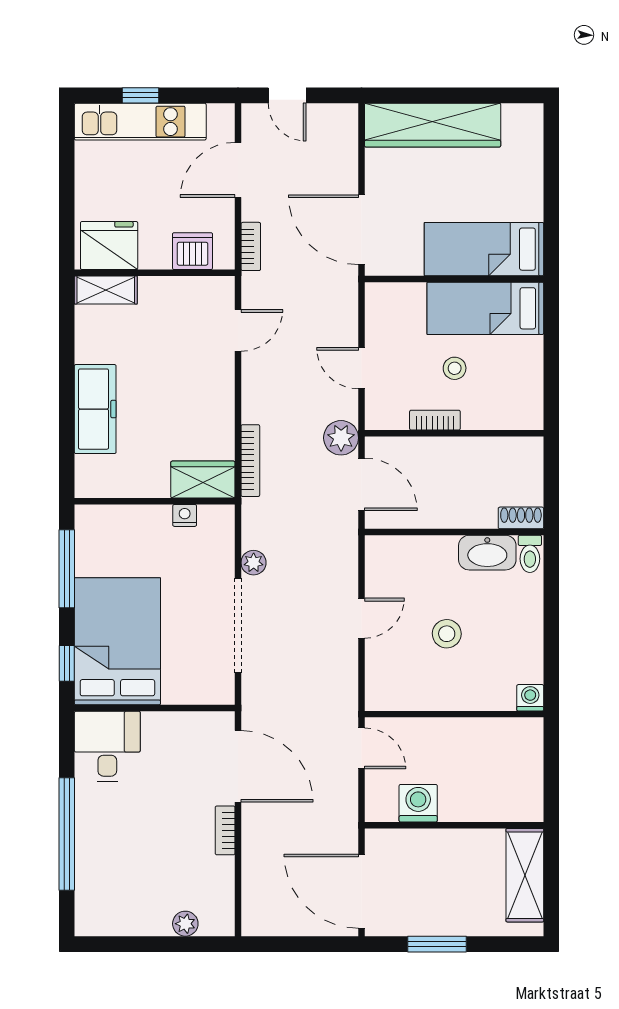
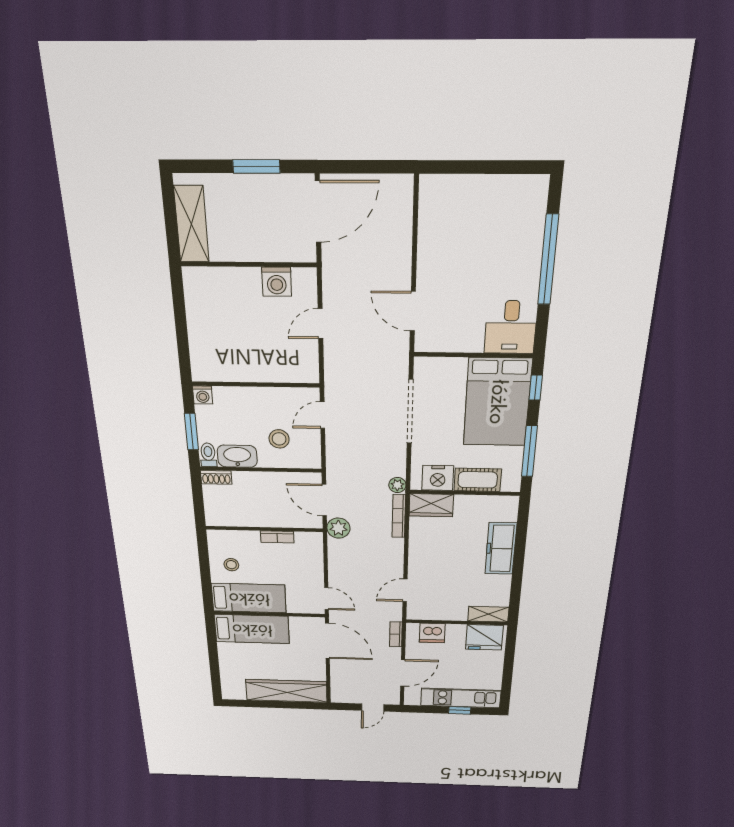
door: (287, 95) -> (373, 708), swing flipped
door: (361, 368) -> (326, 599), moved
stool: (455, 368) -> (231, 565), moved
nightstand: (185, 515) -> (438, 478), width x1.89, depth x1.79
cot: (137, 522) -> (478, 480), added
plant: (254, 563) -> (397, 485), moved
window: (551, 590) -> (191, 432), added
stool: (447, 634) -> (279, 439), moved
washing machine: (530, 698) -> (203, 395), moved
wall: (454, 714) -> (256, 385), moved
door: (361, 748) -> (320, 324), hinge flipped
door: (238, 766) -> (413, 311), width x0.73
bookcase: (225, 830) -> (424, 262), removed
door: (361, 891) -> (318, 212), hinge flipped
plant: (185, 924) -> (459, 185), removed

